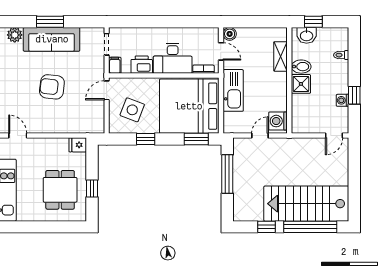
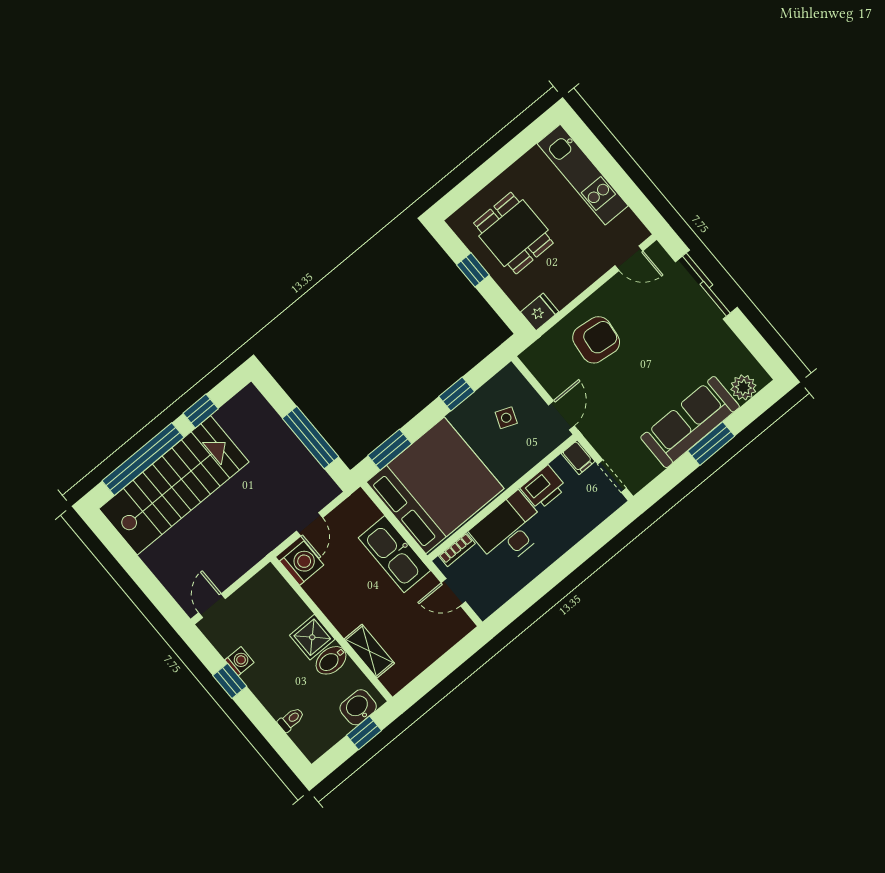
boiler: (230, 34) -> (461, 625), removed
armchair: (52, 87) -> (596, 340), moved
side table: (132, 110) -> (506, 418), width x0.54, depth x0.54

